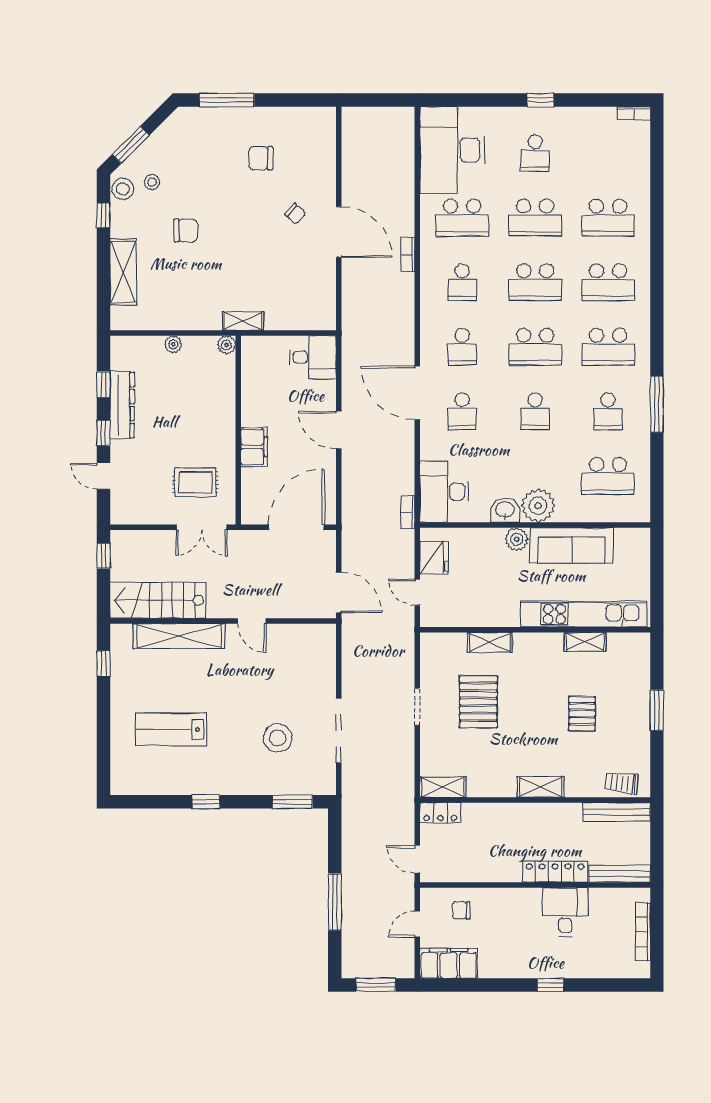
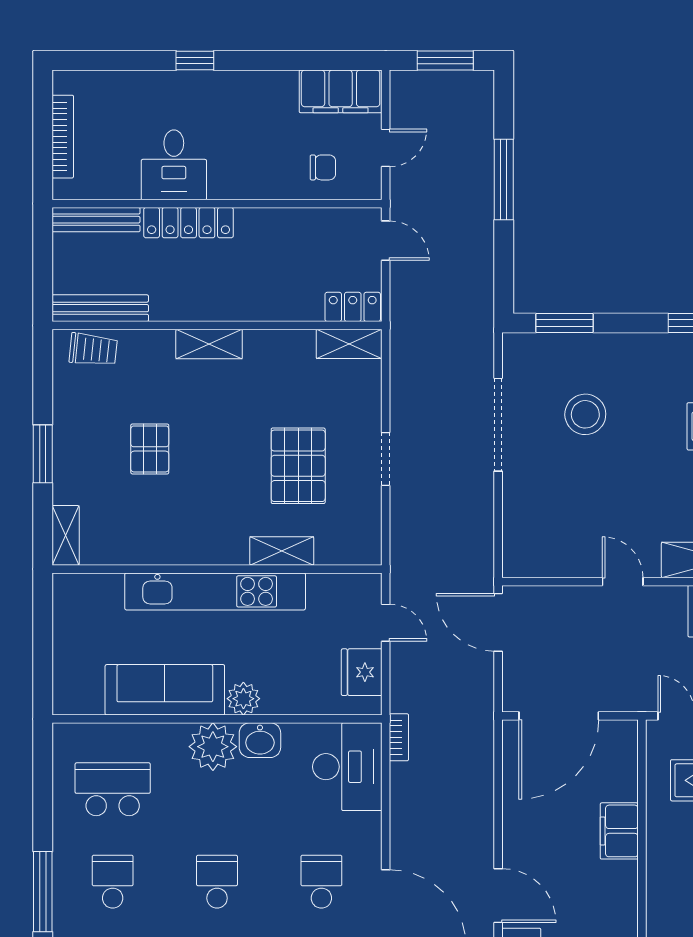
door: (339, 430) -> (498, 896), moved
kitchen unit: (583, 614) -> (215, 591), moved
shelving: (585, 642) -> (66, 535), moved, turned 90

